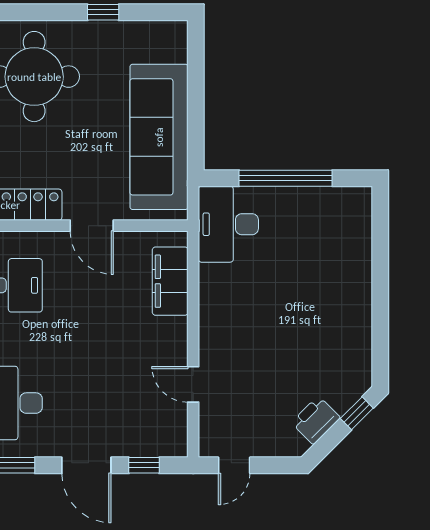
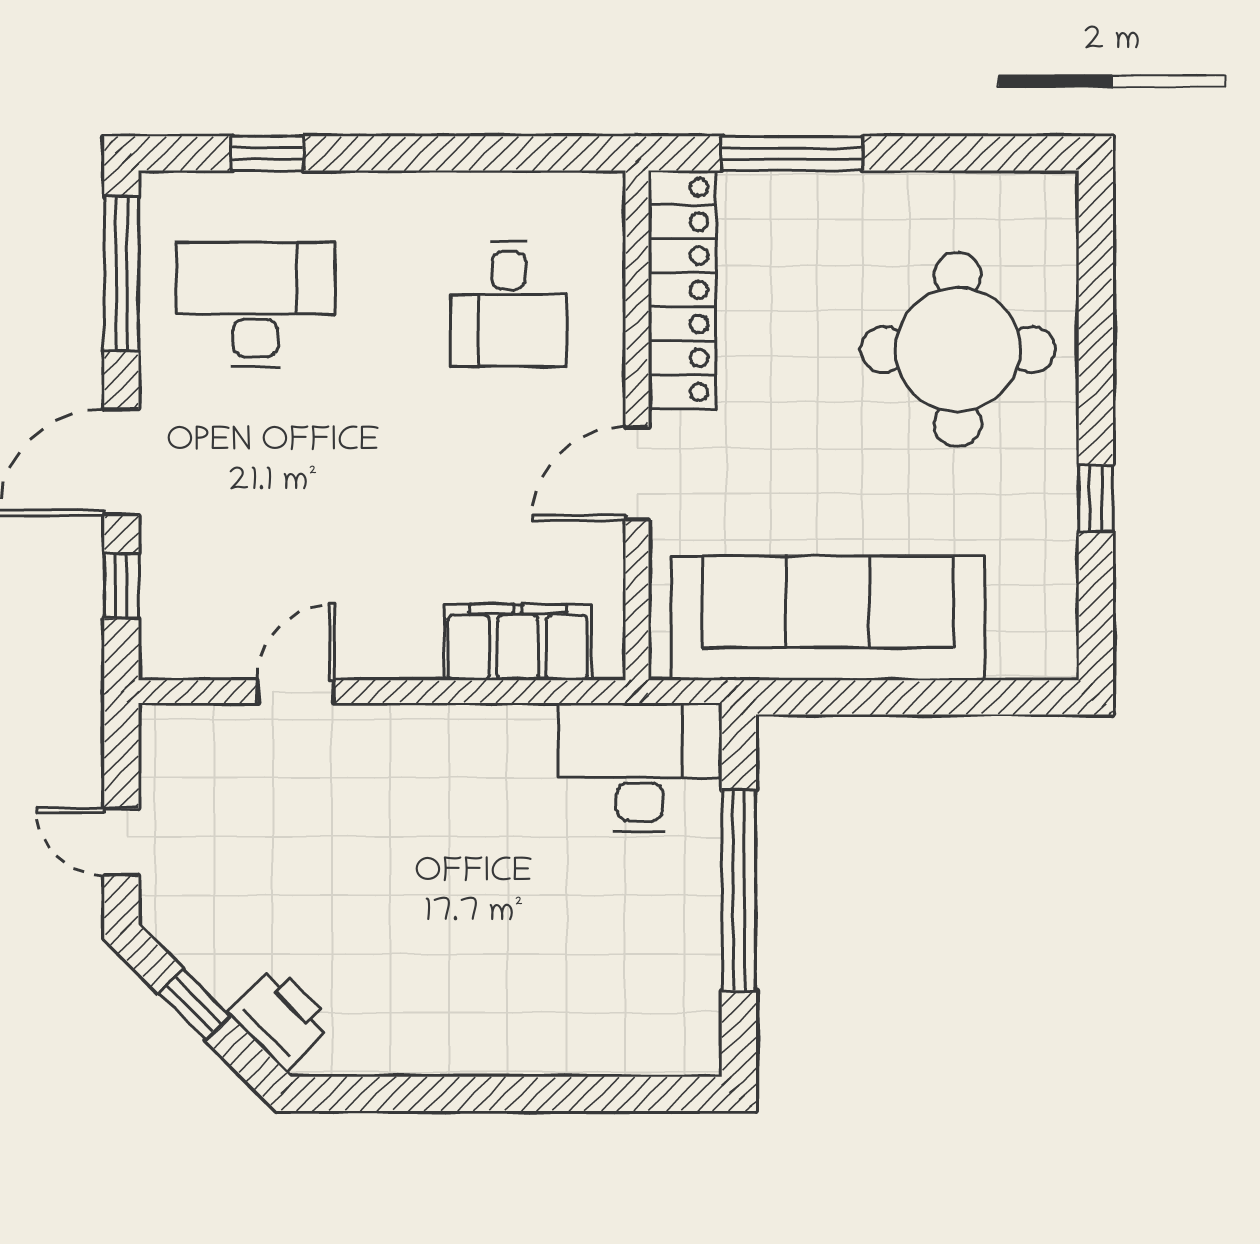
window: (357, 413) -> (194, 1004), moved
printer: (316, 420) -> (281, 1018), moved
door: (234, 465) -> (121, 842), moved

